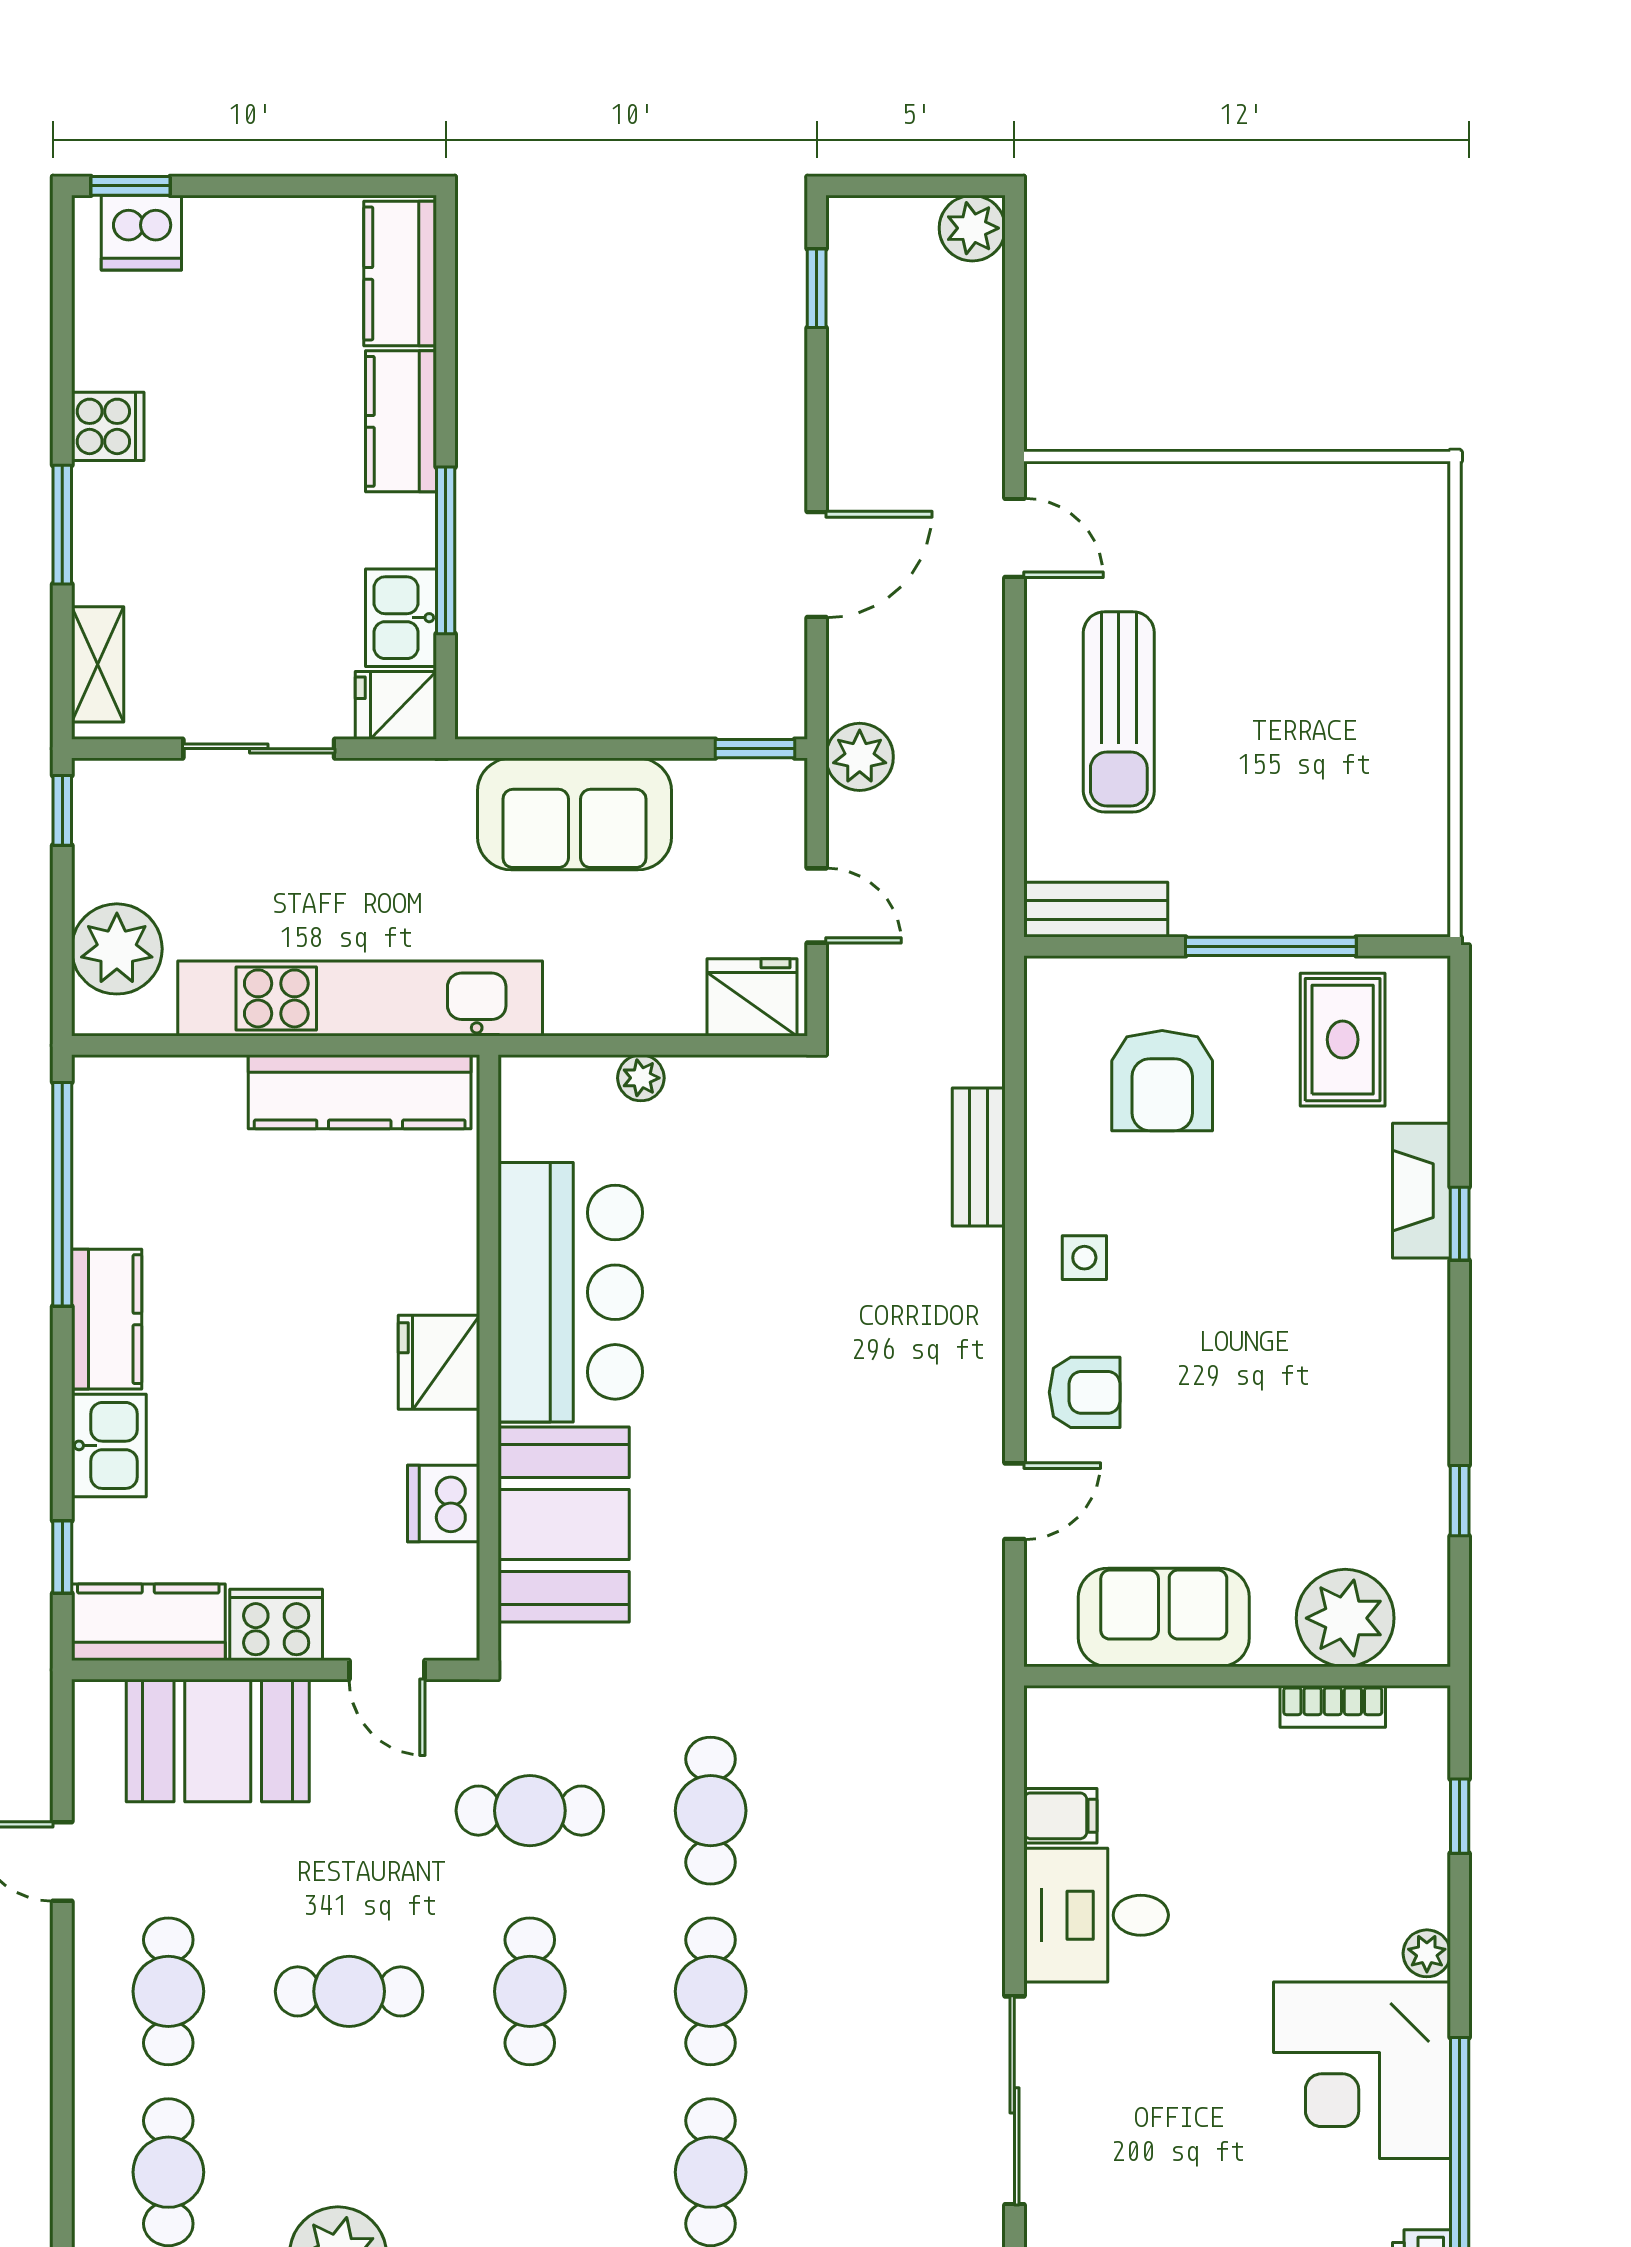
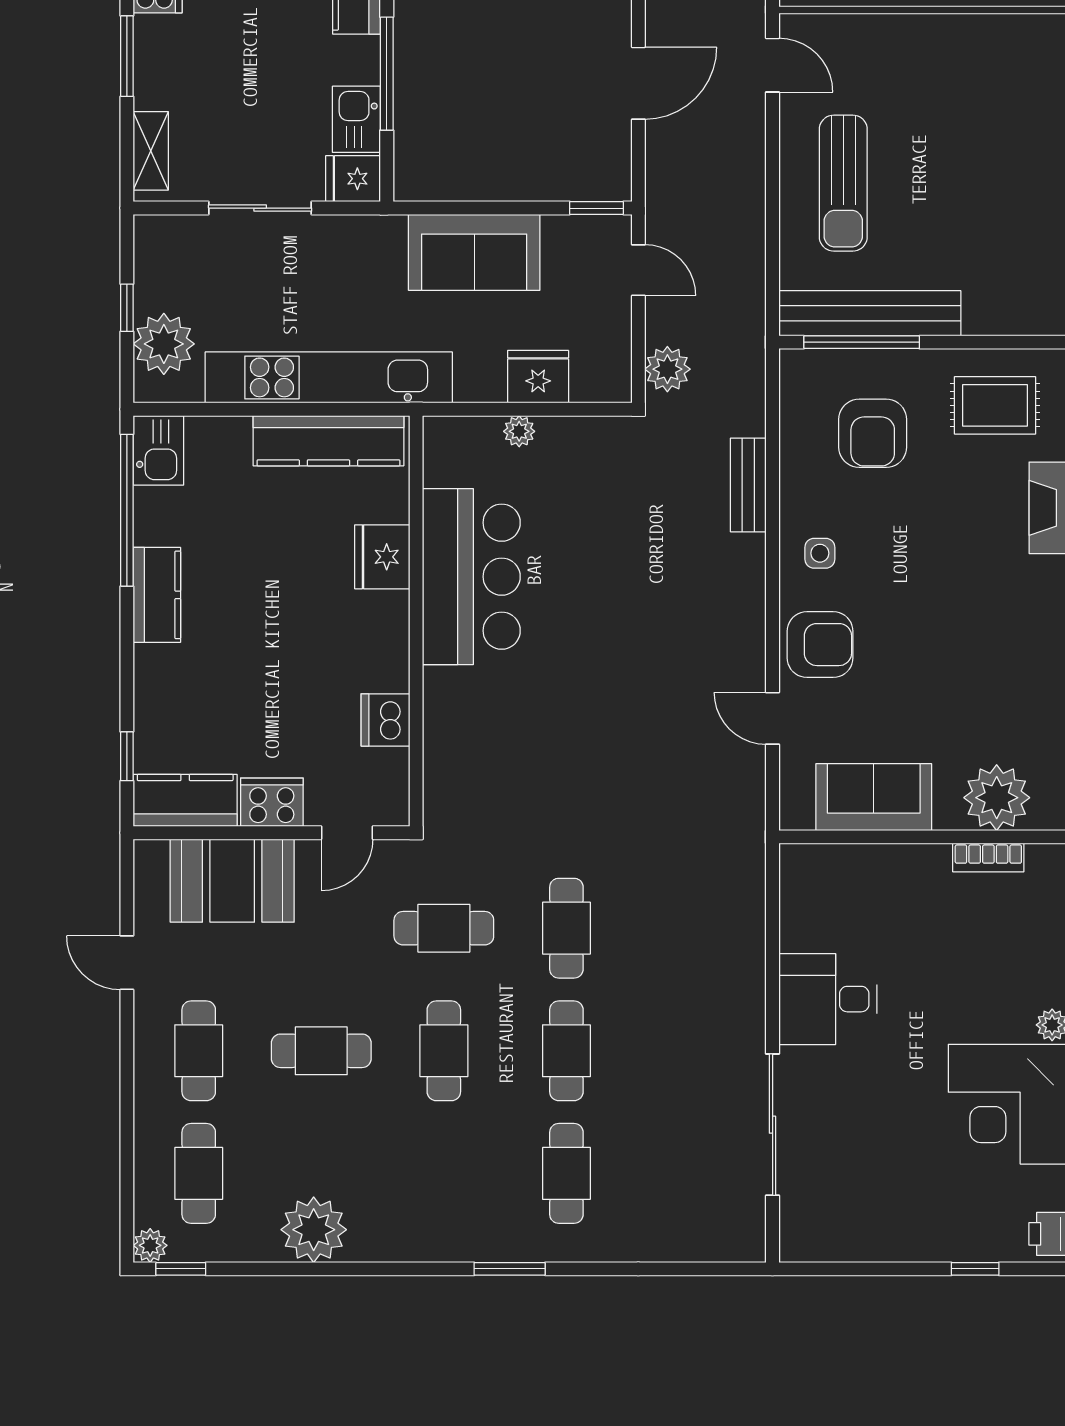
plant: (860, 757) -> (667, 369), moved
window: (62, 810) -> (127, 308), moved
door: (817, 906) -> (638, 270), moved
bench: (1096, 910) -> (870, 313), width x1.86, depth x1.21
window: (1271, 946) -> (862, 342), moved
fridge: (752, 997) -> (538, 377), moved
rug: (1343, 1040) -> (995, 405), turned 90
fridge: (439, 1362) -> (382, 557), moved
armchair: (1085, 1392) -> (820, 645), width x1.38, depth x1.38
kitchen sink: (109, 1445) -> (158, 450), moved
door: (1014, 1501) -> (773, 718), swing flipped
booth: (564, 1525) -> (467, 734), removed
door: (387, 1670) -> (347, 833), hinge flipped
filing cabinet: (1060, 1816) -> (804, 932), removed

